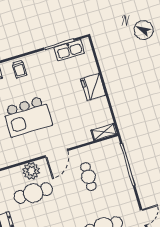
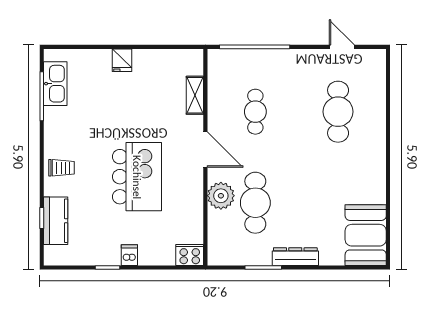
fridge: (93, 87) -> (122, 60), width x0.53, depth x0.75
shelving: (104, 132) -> (195, 95), moved
cafe table: (88, 177) -> (255, 112), turned 90

